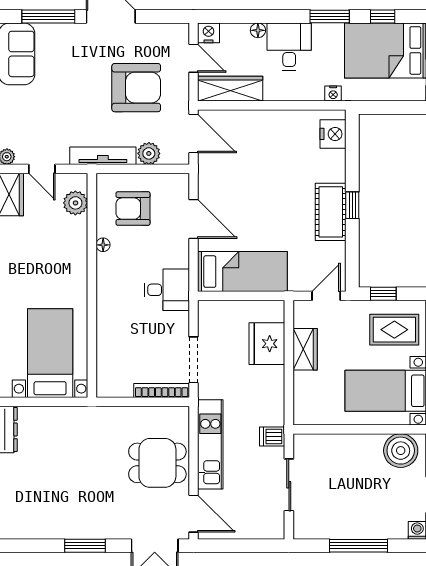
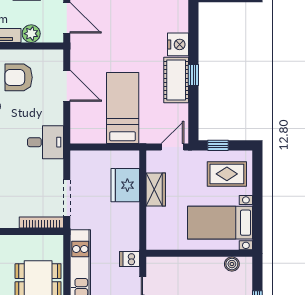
nightstand: (333, 134) -> (178, 44), moved
bed: (242, 272) -> (123, 108), moved, turned -90
boiler: (401, 451) -> (232, 264), width x0.54, depth x0.54

